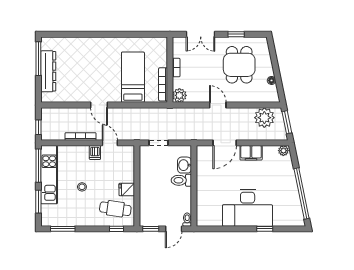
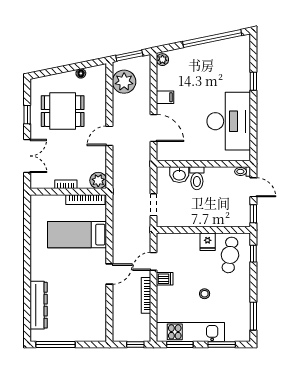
dresser: (48, 71) -> (39, 305), moved, turned 90
filing cabinet: (251, 153) -> (165, 97), width x0.50
window: (38, 166) -> (180, 344), width x0.69
desk: (248, 208) -> (229, 121), moved

